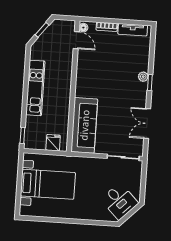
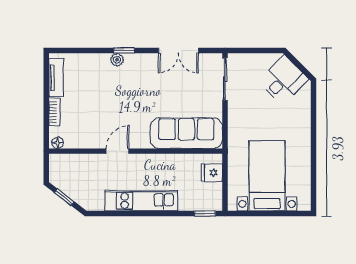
door: (76, 40) -> (118, 151), moved

